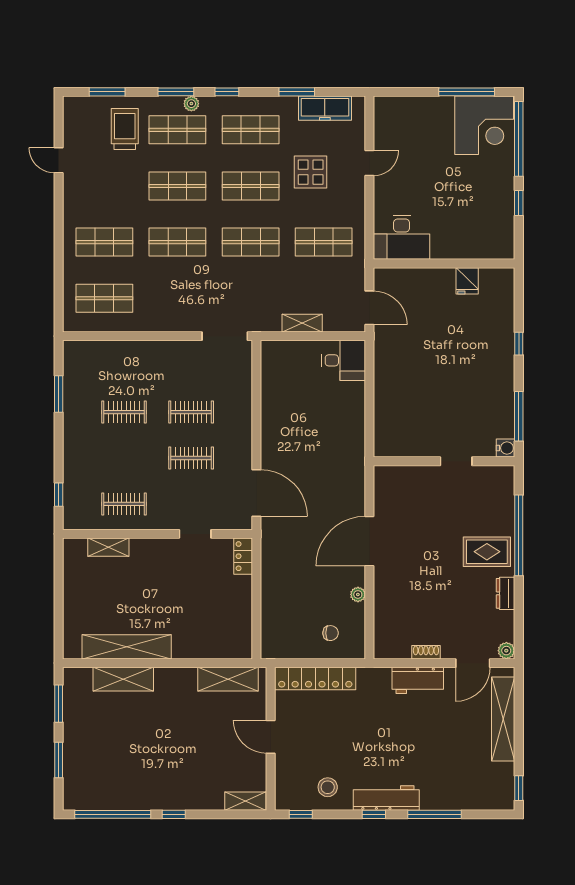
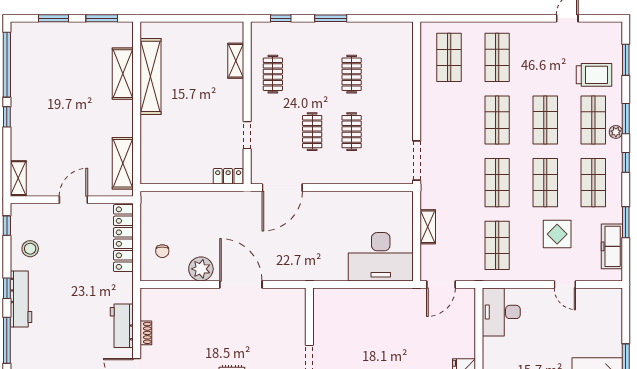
desk: (344, 360) -> (381, 257), width x1.87, depth x1.30
window: (59, 394) -> (331, 18), moved
plant: (358, 594) -> (201, 269), width x1.87, depth x1.87

